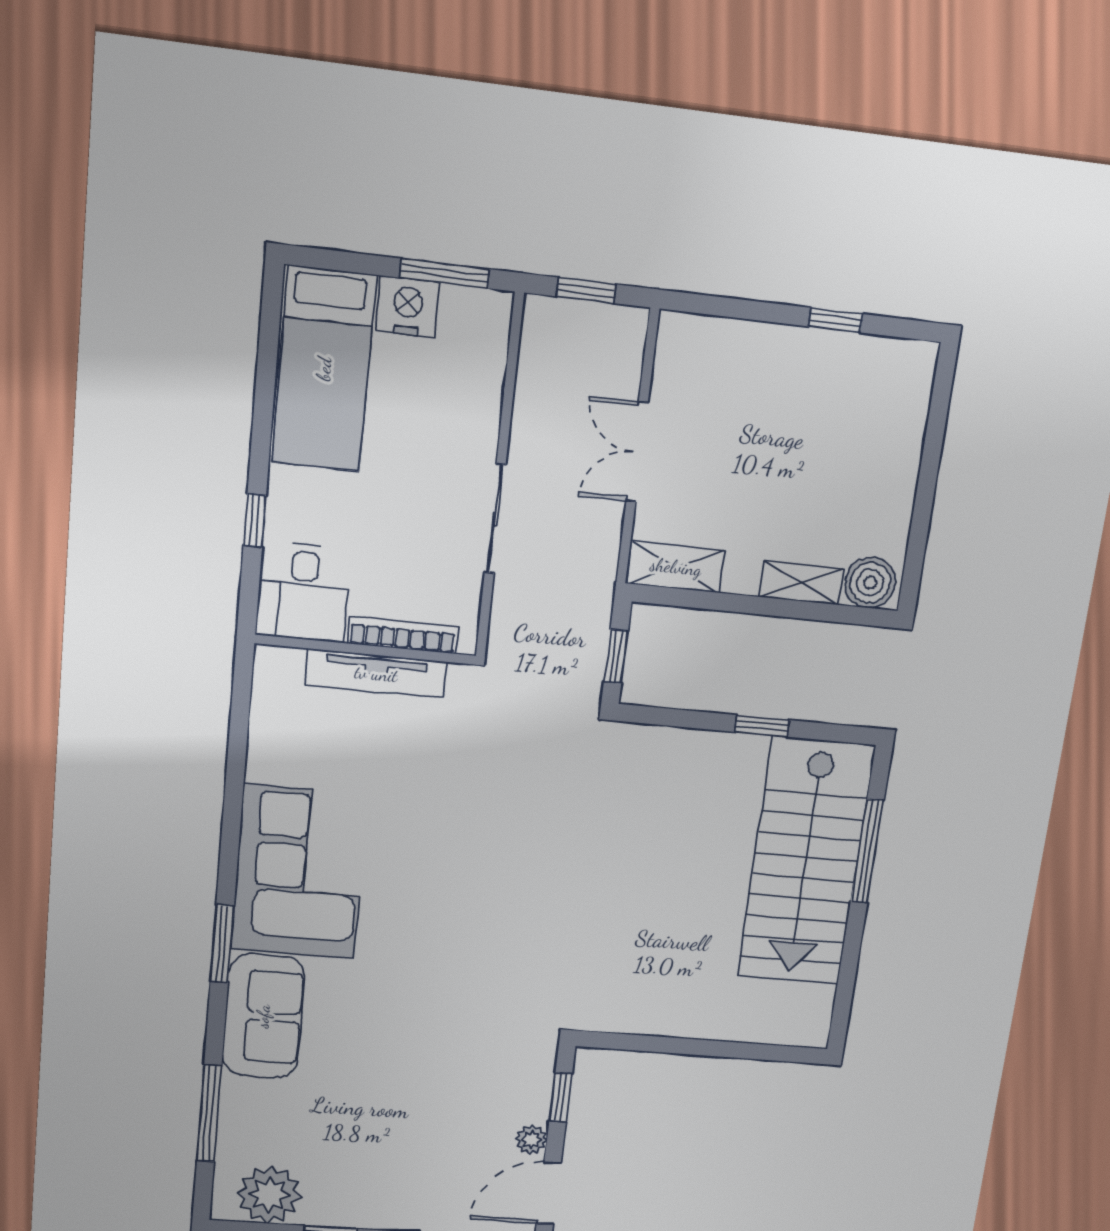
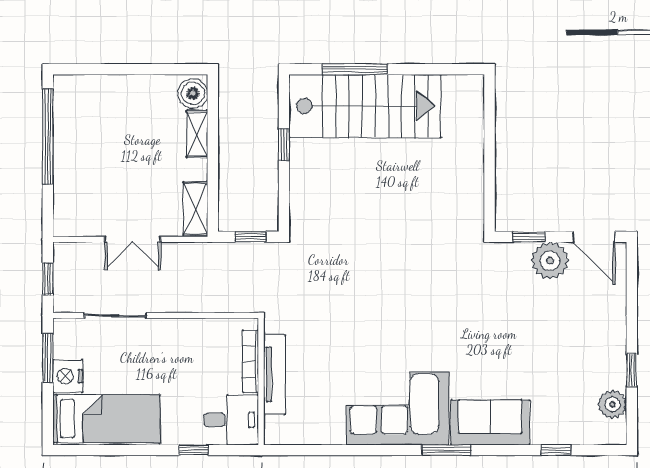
window: (835, 320) -> (48, 137), width x3.17
sliding door: (495, 519) -> (115, 316), moved
window: (209, 1114) -> (556, 450), width x0.46
plant: (531, 1139) -> (550, 261), width x1.87, depth x1.87
plant: (269, 1195) -> (612, 404), width x0.73, depth x0.73

